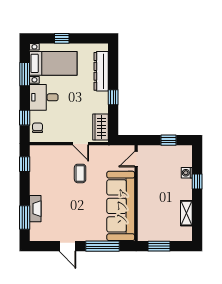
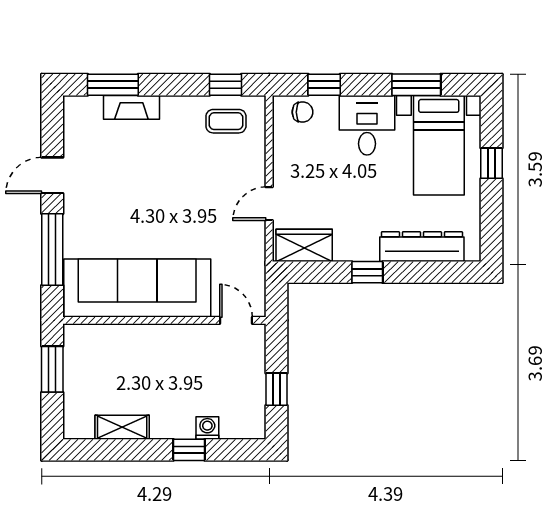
coffee table: (80, 173) -> (226, 121), moved

